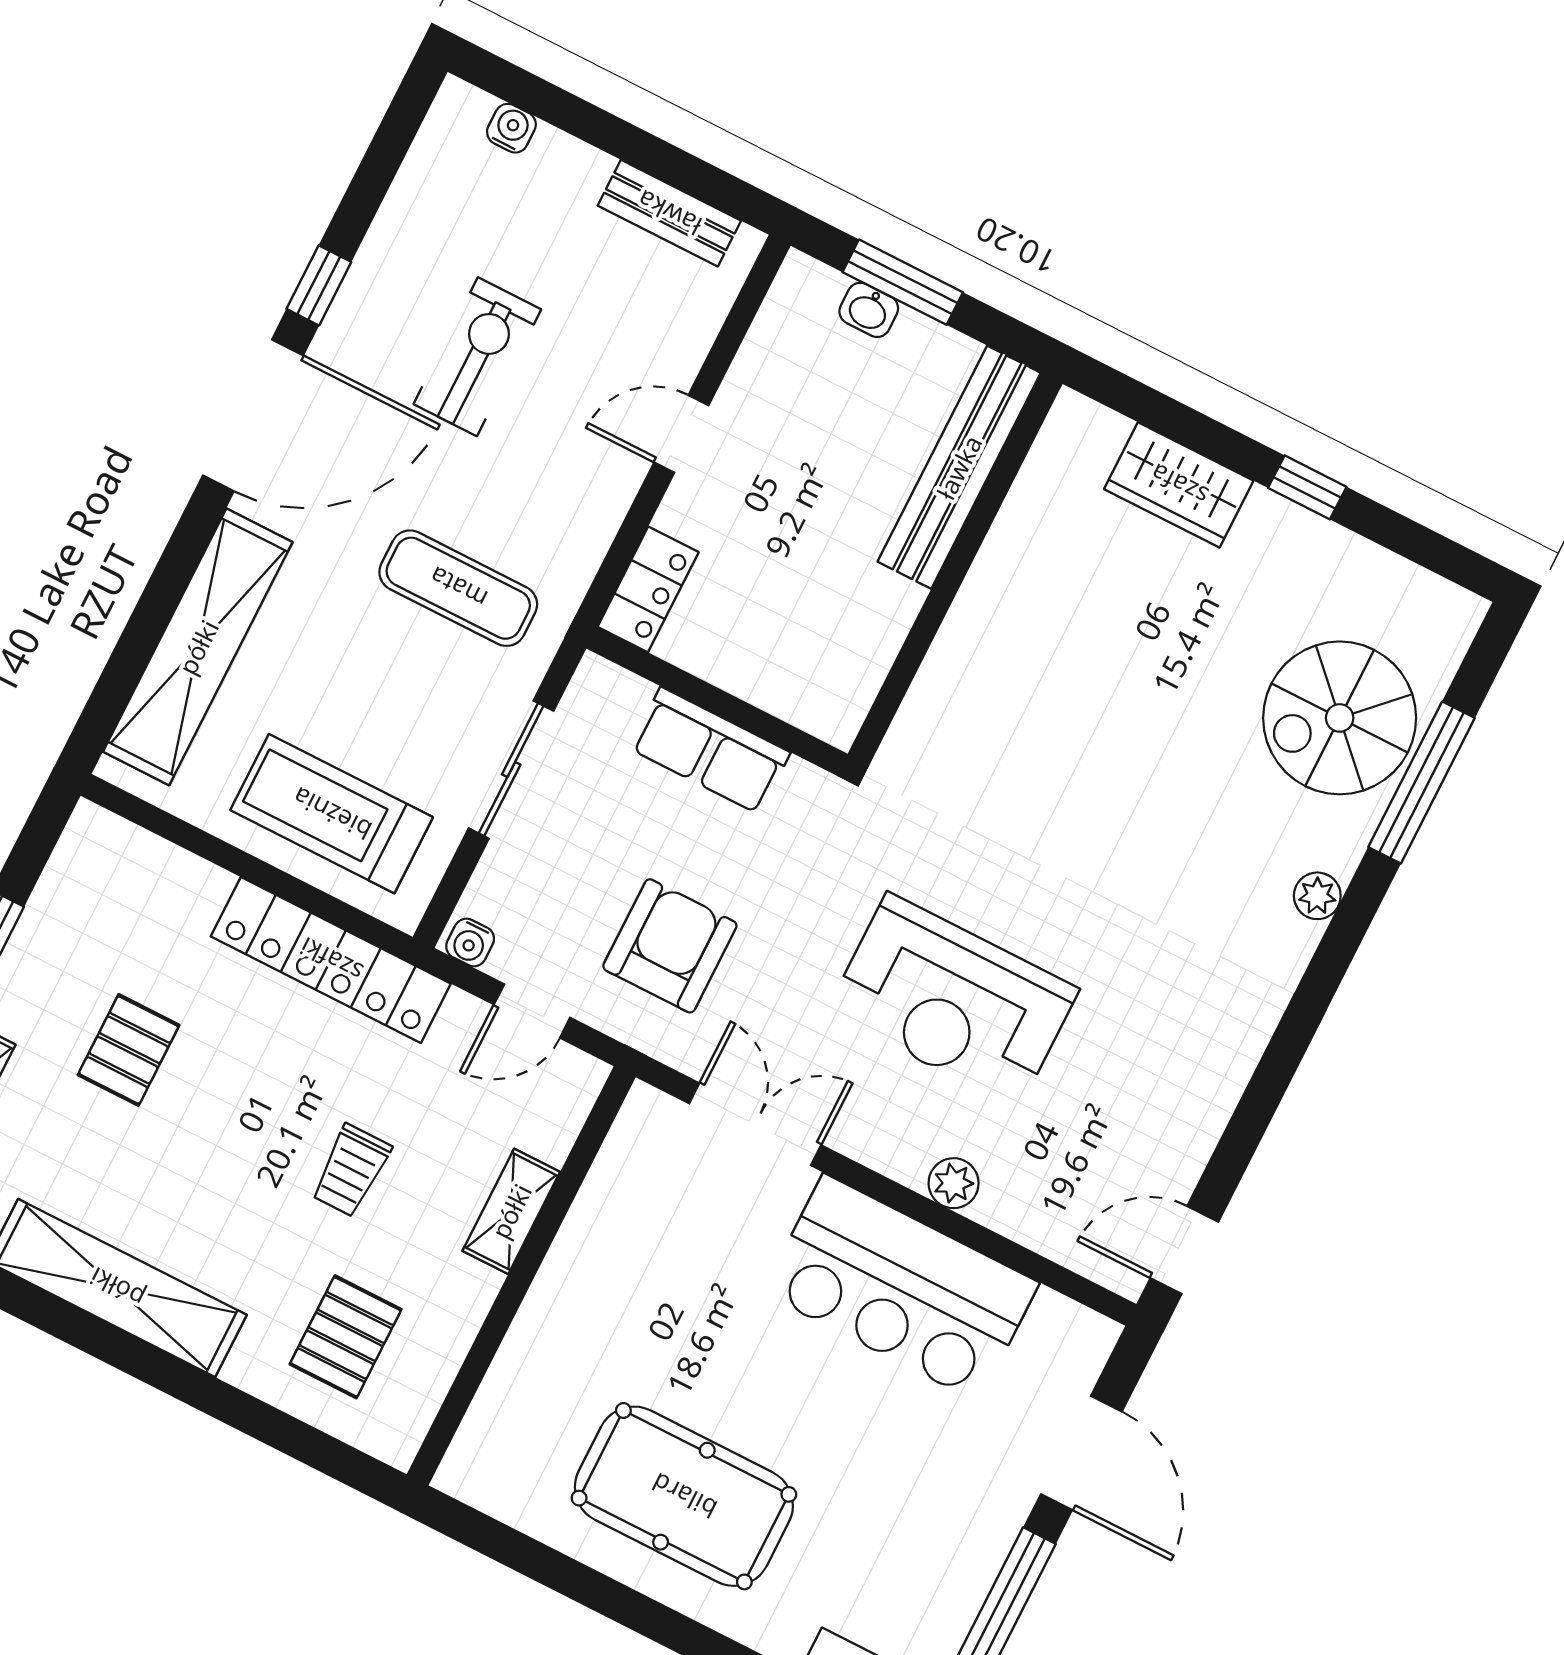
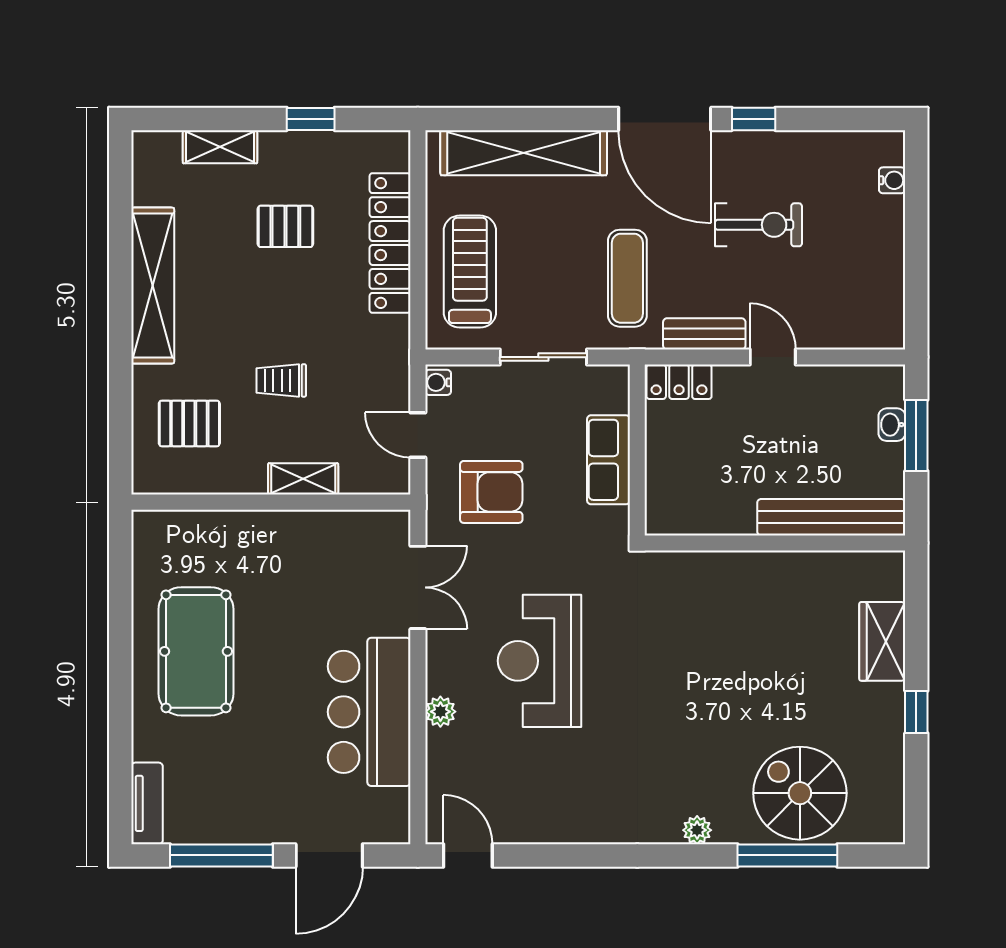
bench: (669, 213) -> (704, 334), moved, turned 90
locker: (331, 960) -> (390, 243), moved

